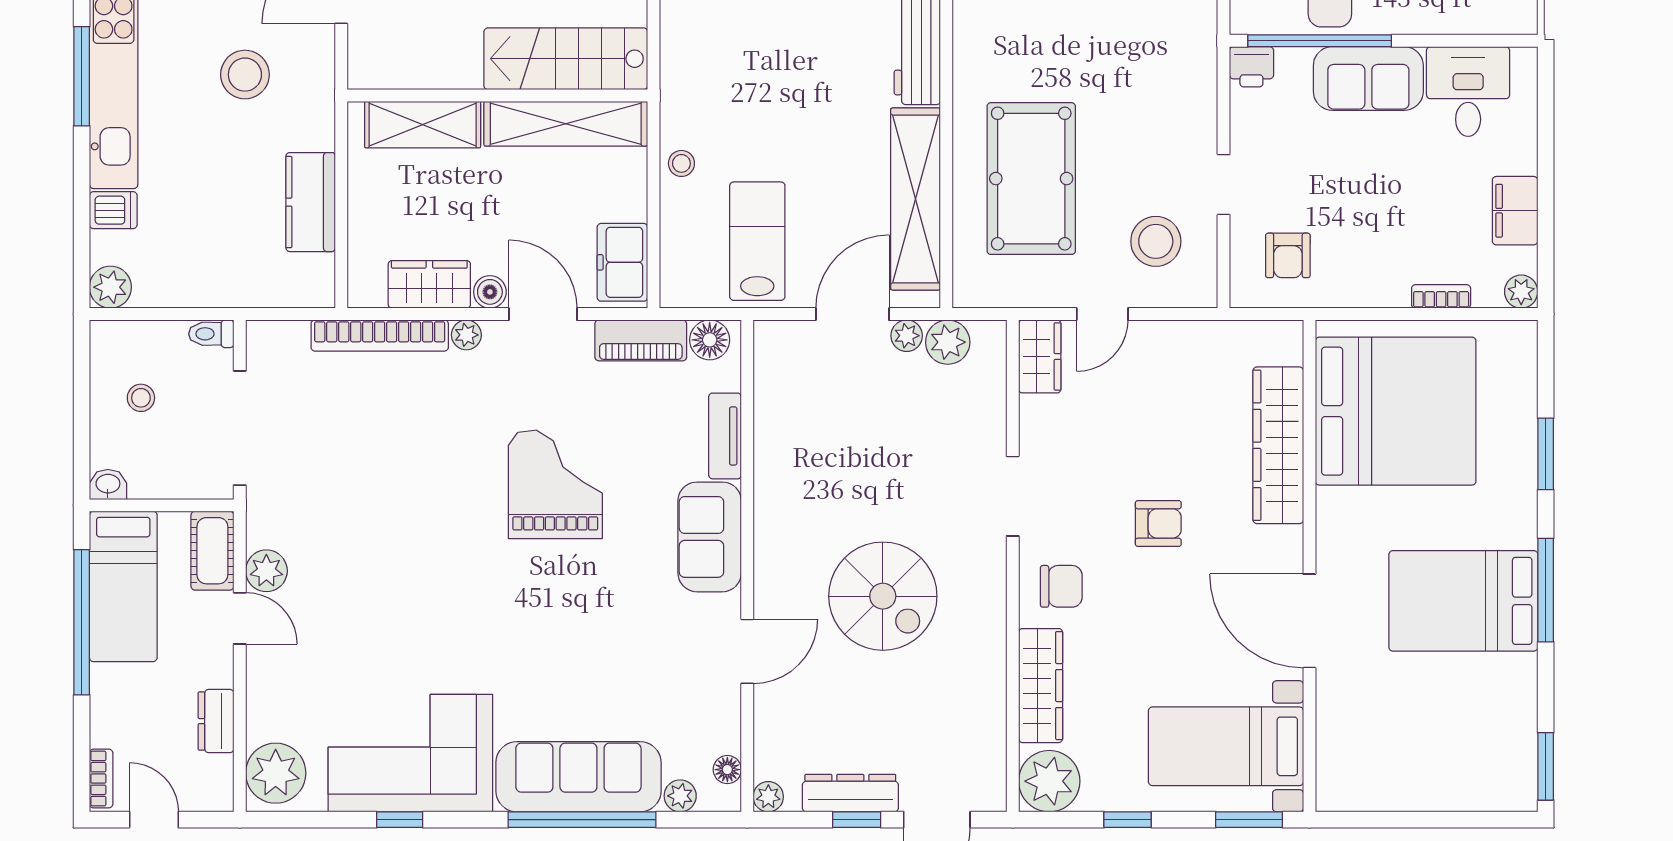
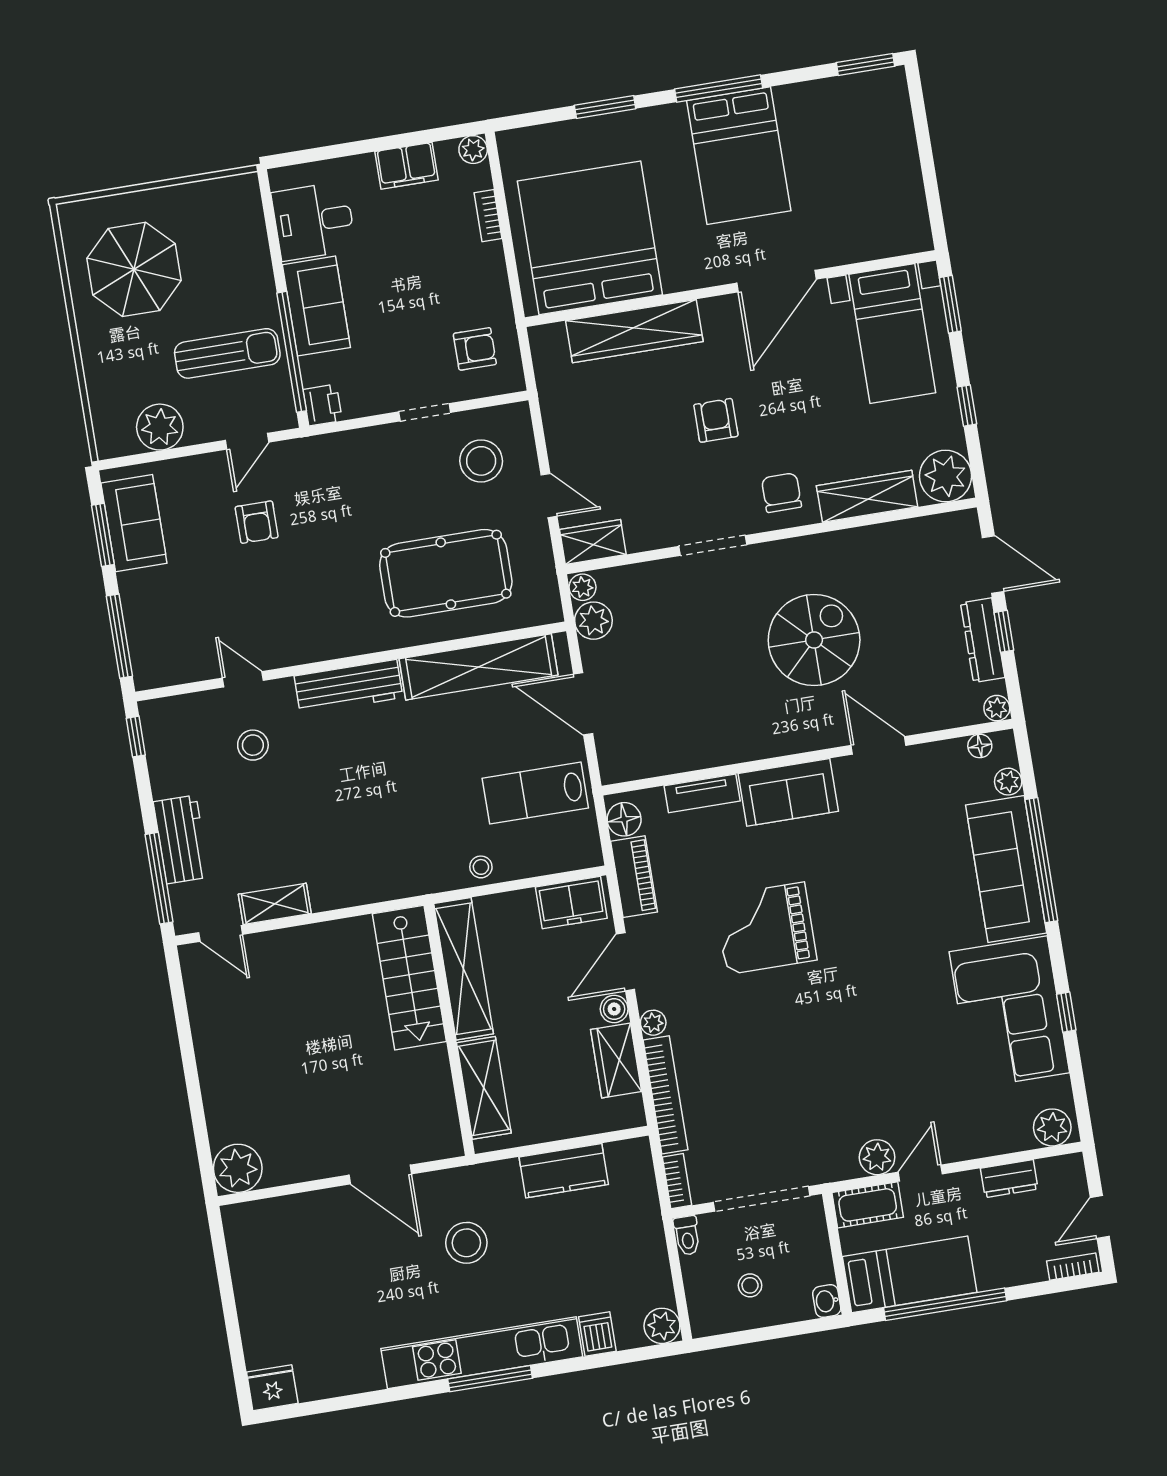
bookcase: (277, 332) -> (677, 1181), added
plant: (907, 336) -> (583, 587), moved
plant: (276, 773) -> (1052, 1127), width x0.73, depth x0.73

